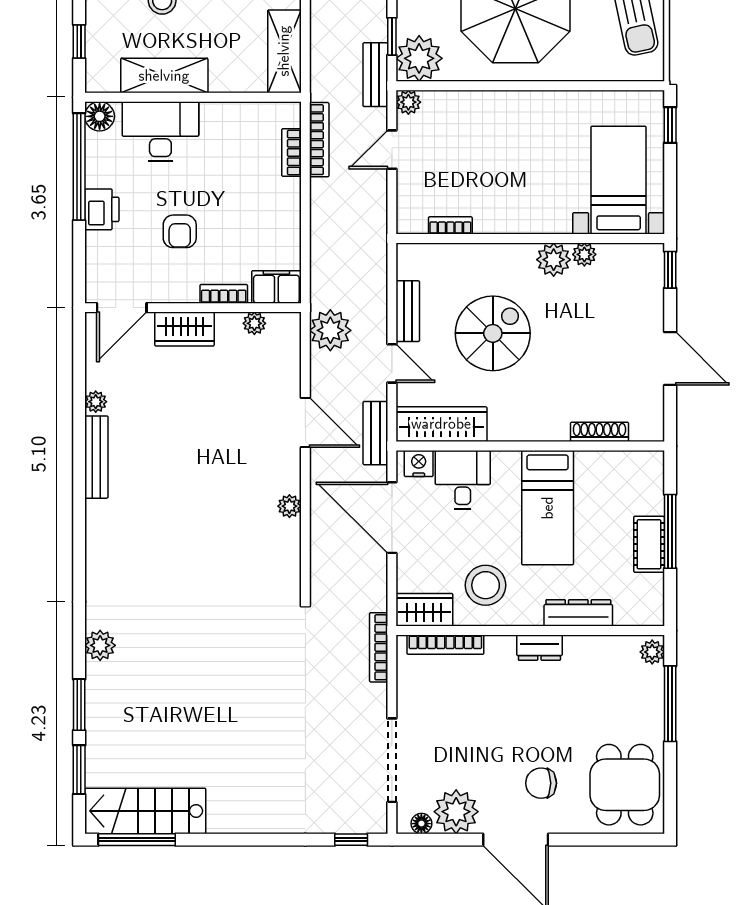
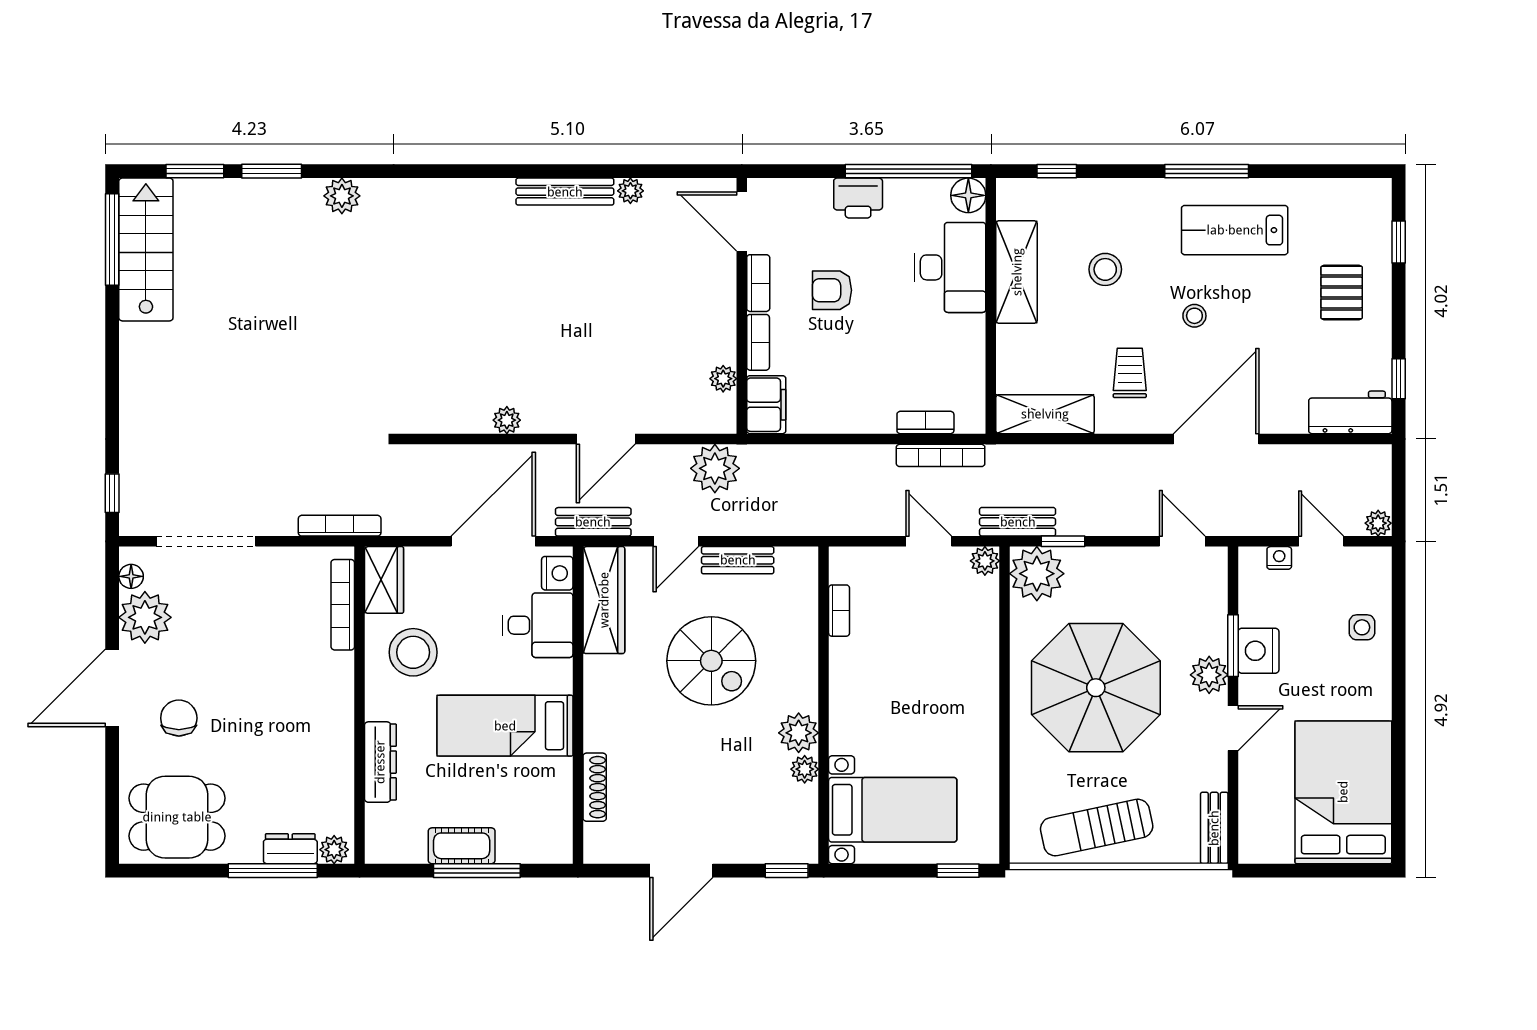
bookcase: (174, 294) -> (758, 283), added
wardrobe: (184, 329) -> (716, 296), removed
dresser: (539, 648) -> (290, 849), moved, turned 90

